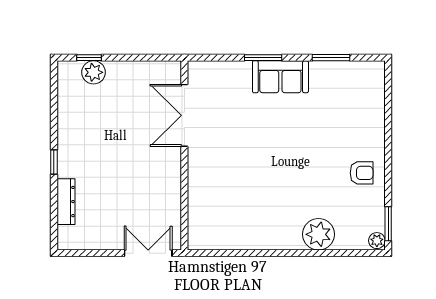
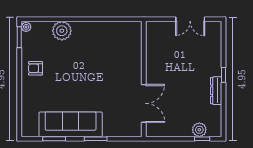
sofa: (280, 77) -> (71, 124), width x1.85, depth x1.27
dresser: (66, 202) -> (216, 91), moved
double door: (148, 253) -> (190, 19), moved

